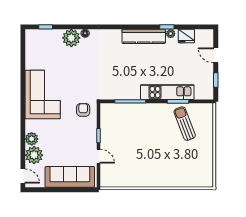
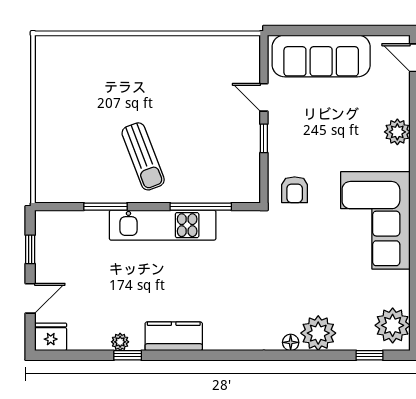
kitchen counter: (144, 36) -> (174, 336), width x0.67
fridge: (186, 36) -> (51, 337), moved
door: (216, 55) -> (30, 298), hinge flipped
kitchen unit: (167, 92) -> (163, 225), moved
sun lounger: (185, 124) -> (143, 156), moved
plant: (34, 155) -> (393, 325), moved

